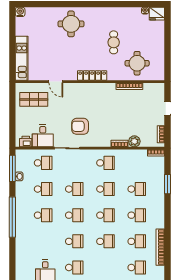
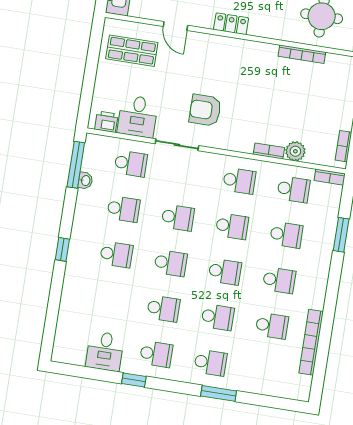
locker: (92, 75) -> (231, 24), width x0.66
school desk: (137, 163) -> (294, 189), added
window: (12, 217) -> (62, 249), width x0.32
school desk: (137, 268) -> (210, 363), moved

